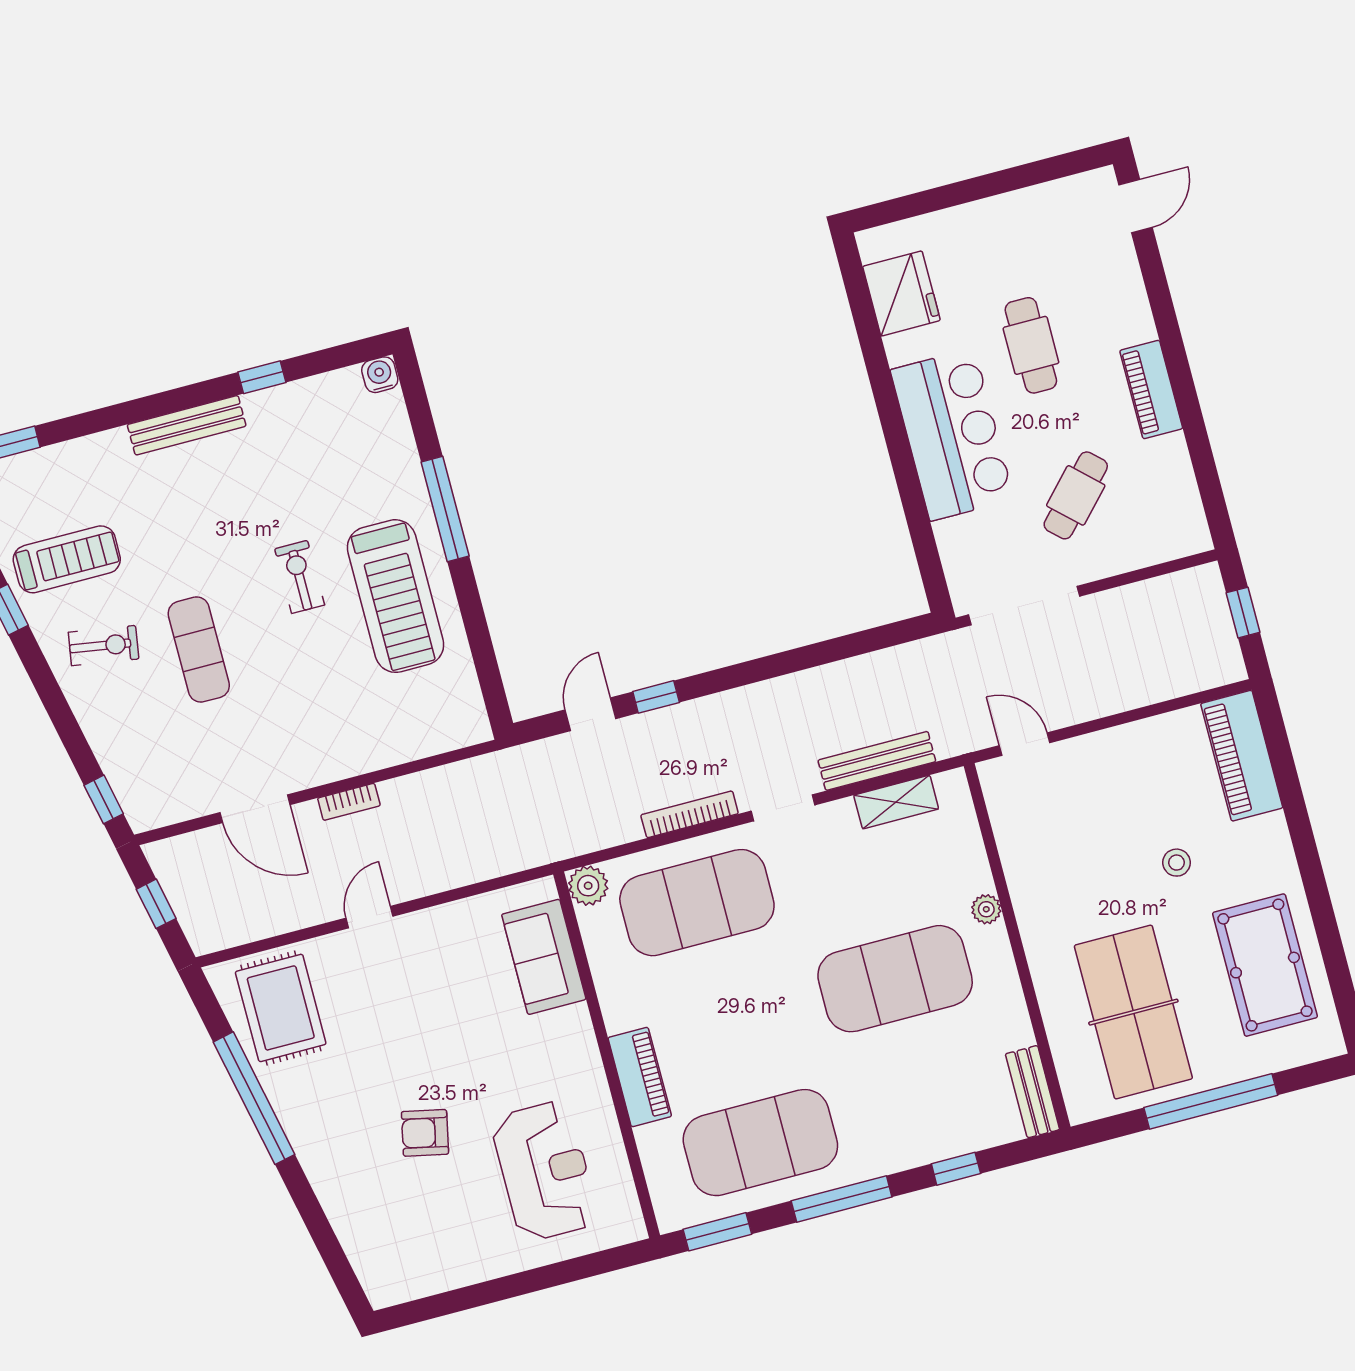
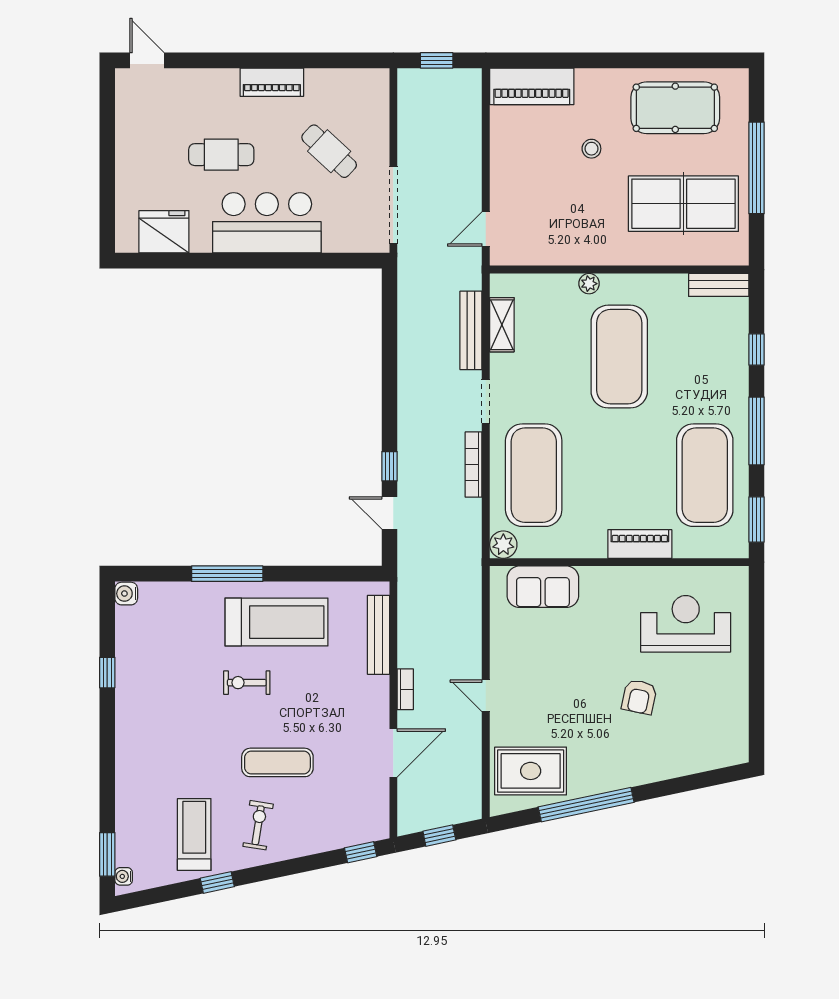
bench: (187, 425) -> (378, 635), moved

